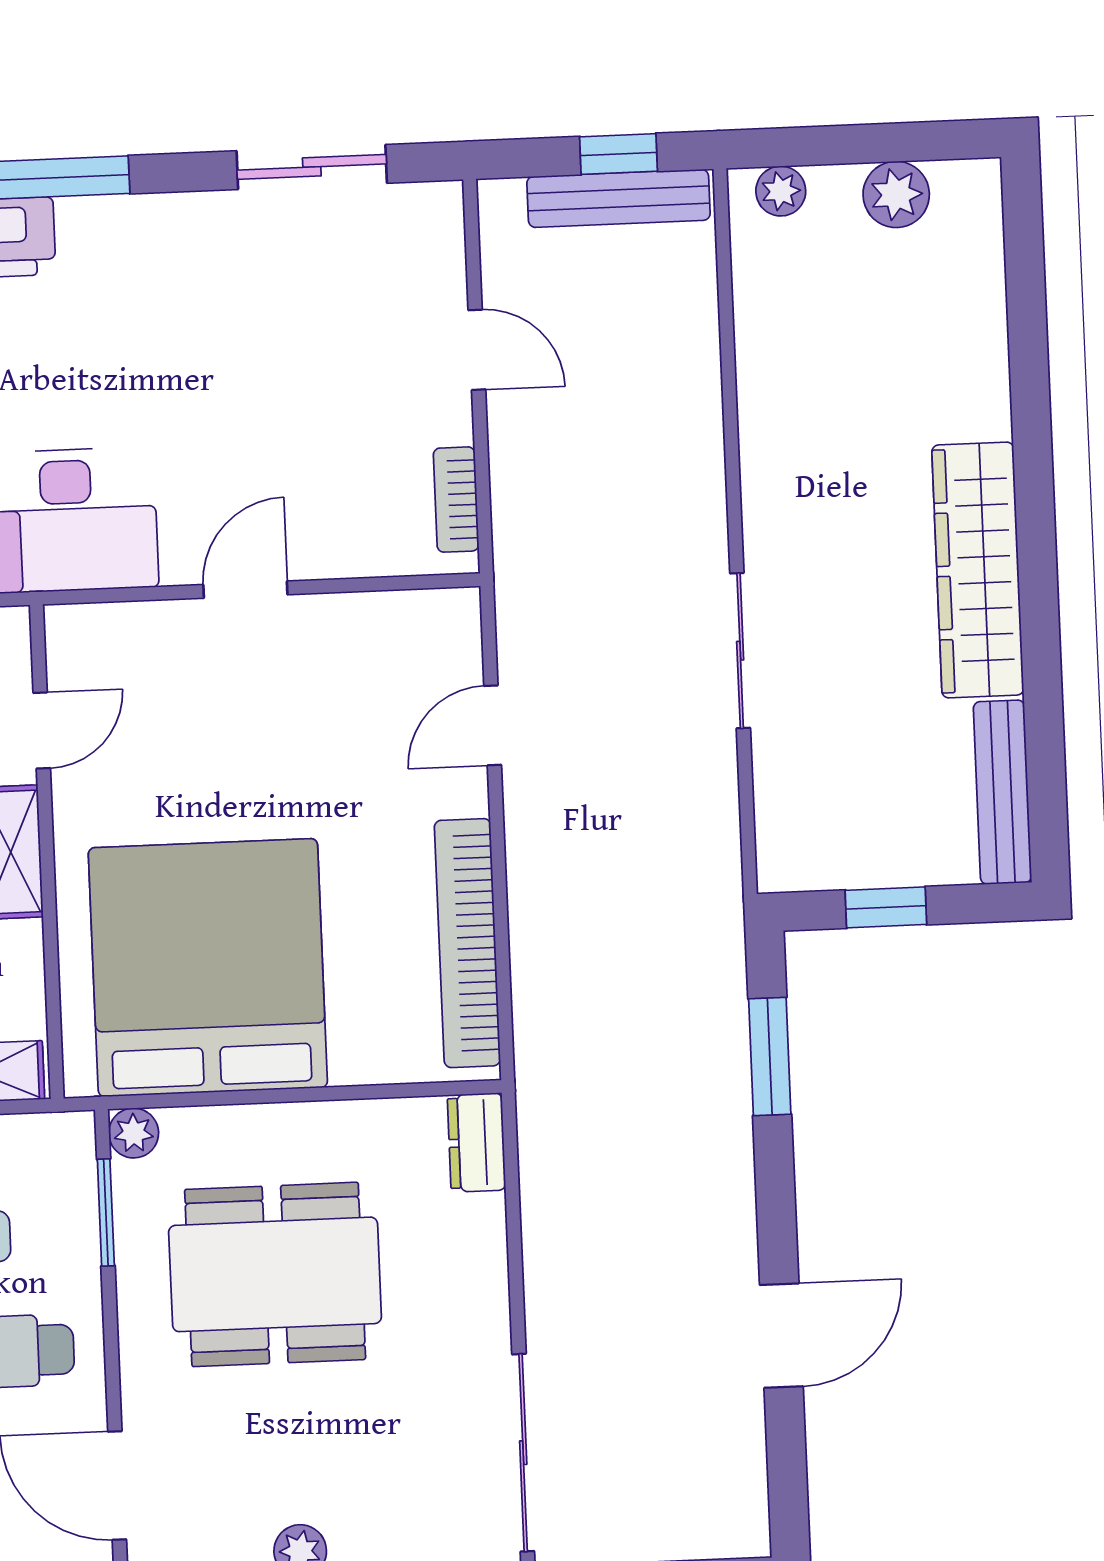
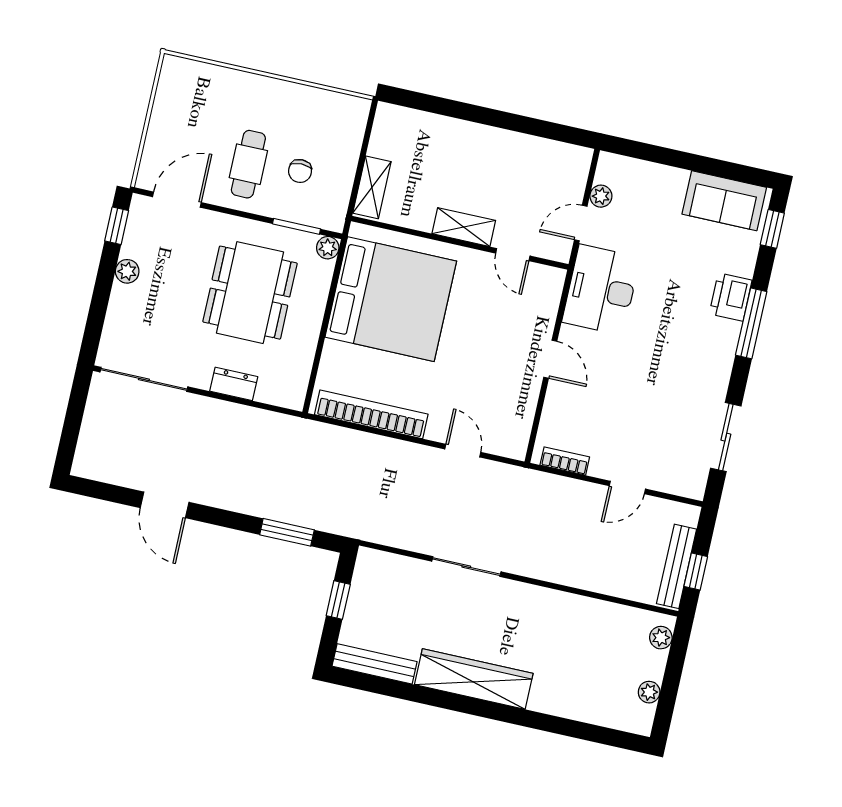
plant: (896, 194) -> (649, 692), width x0.73, depth x0.73
dresser: (476, 1142) -> (234, 384), moved

